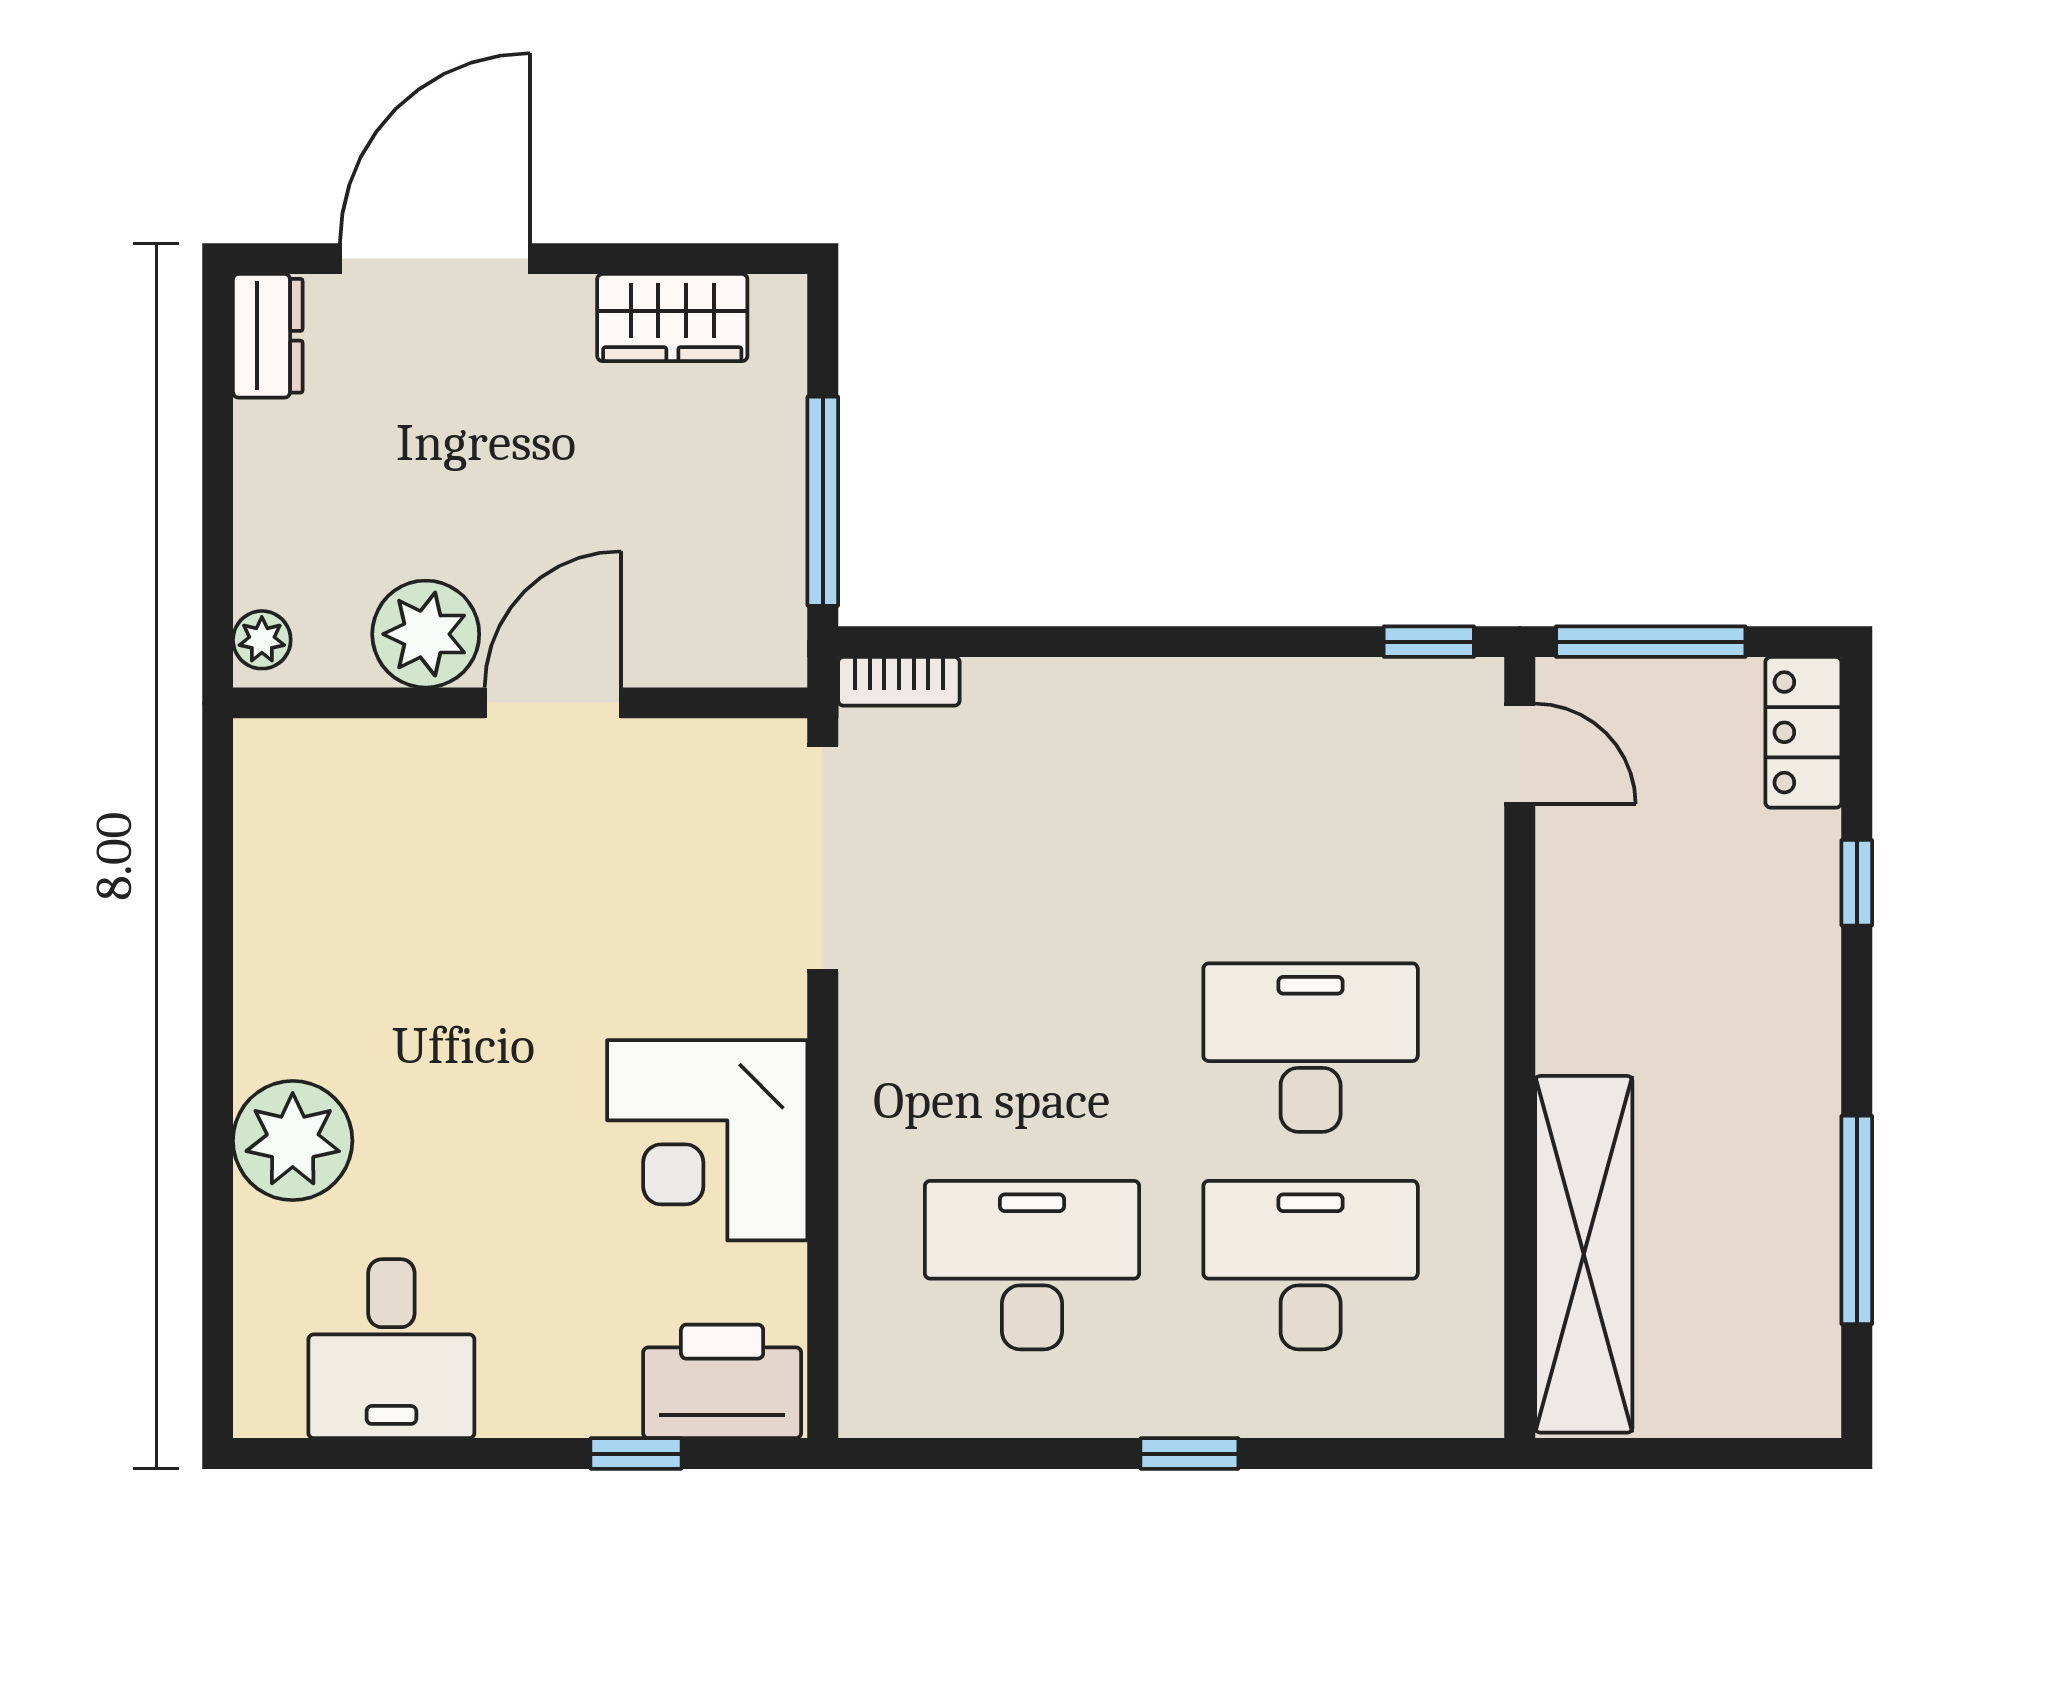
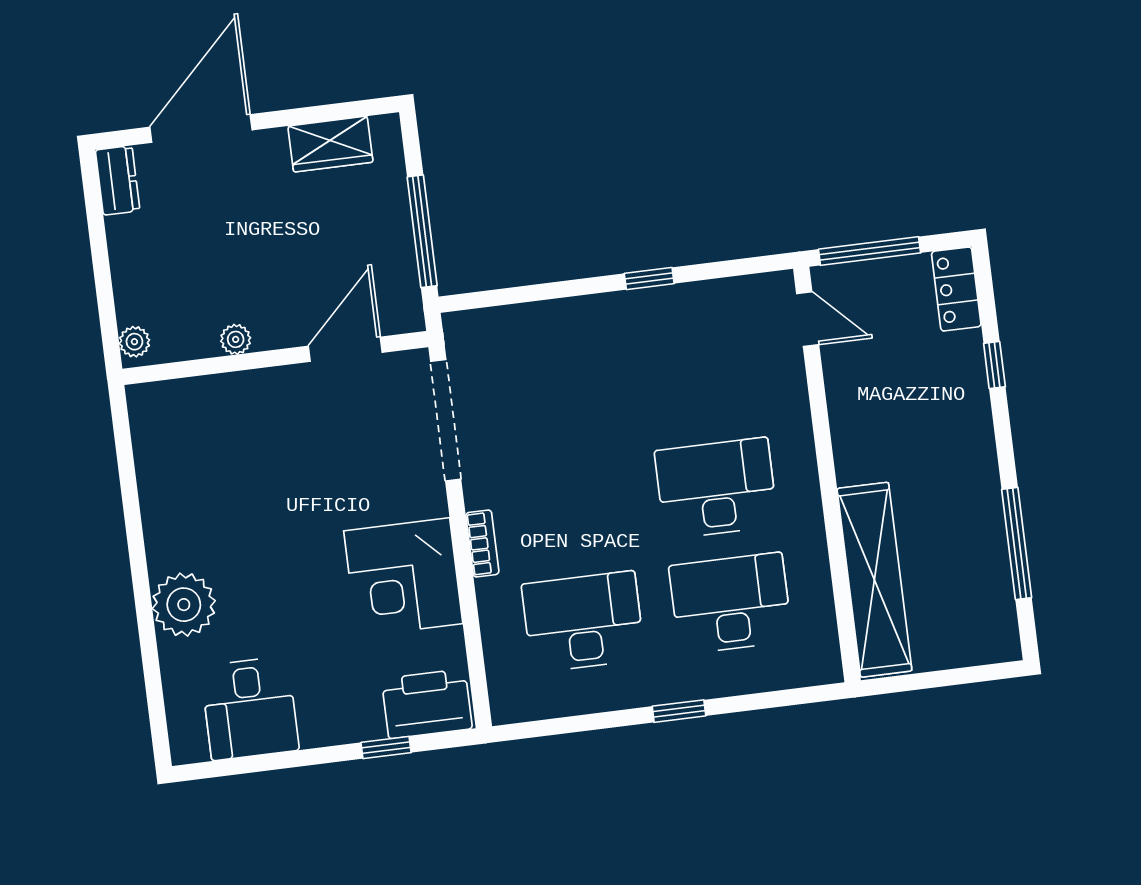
plant: (426, 634) -> (236, 339), width x0.53, depth x0.53
window: (1429, 642) -> (649, 279), moved
bookcase: (899, 681) -> (482, 544), moved, turned -90
door: (553, 703) -> (345, 349), moved

